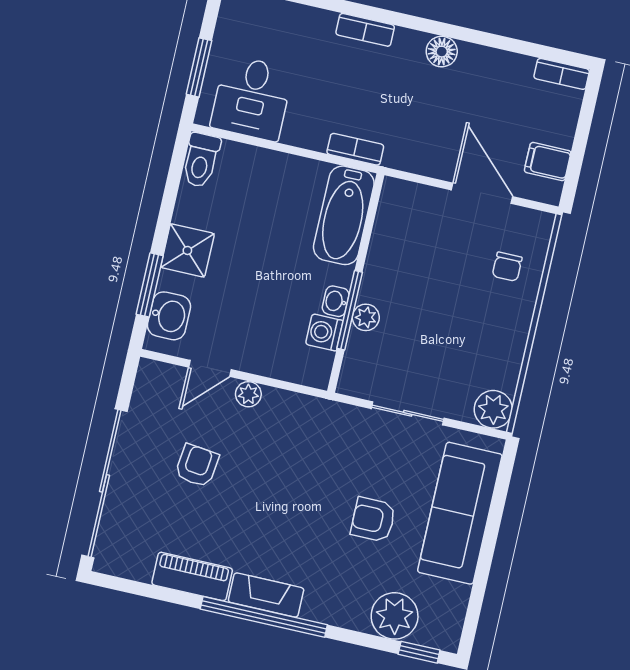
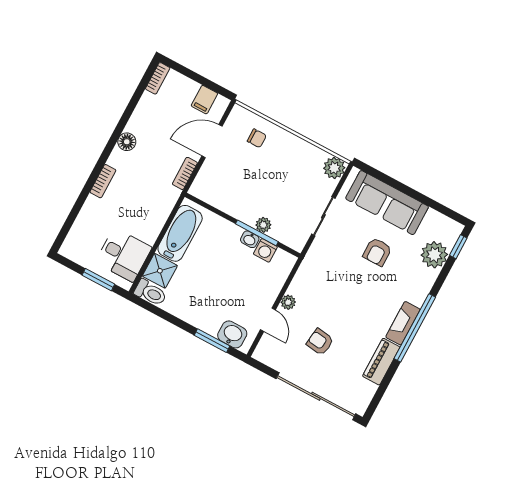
bookcase: (355, 149) -> (185, 173), moved
bathtub: (344, 215) -> (180, 233), moved, turned -90
shower: (187, 250) -> (160, 271), moved

